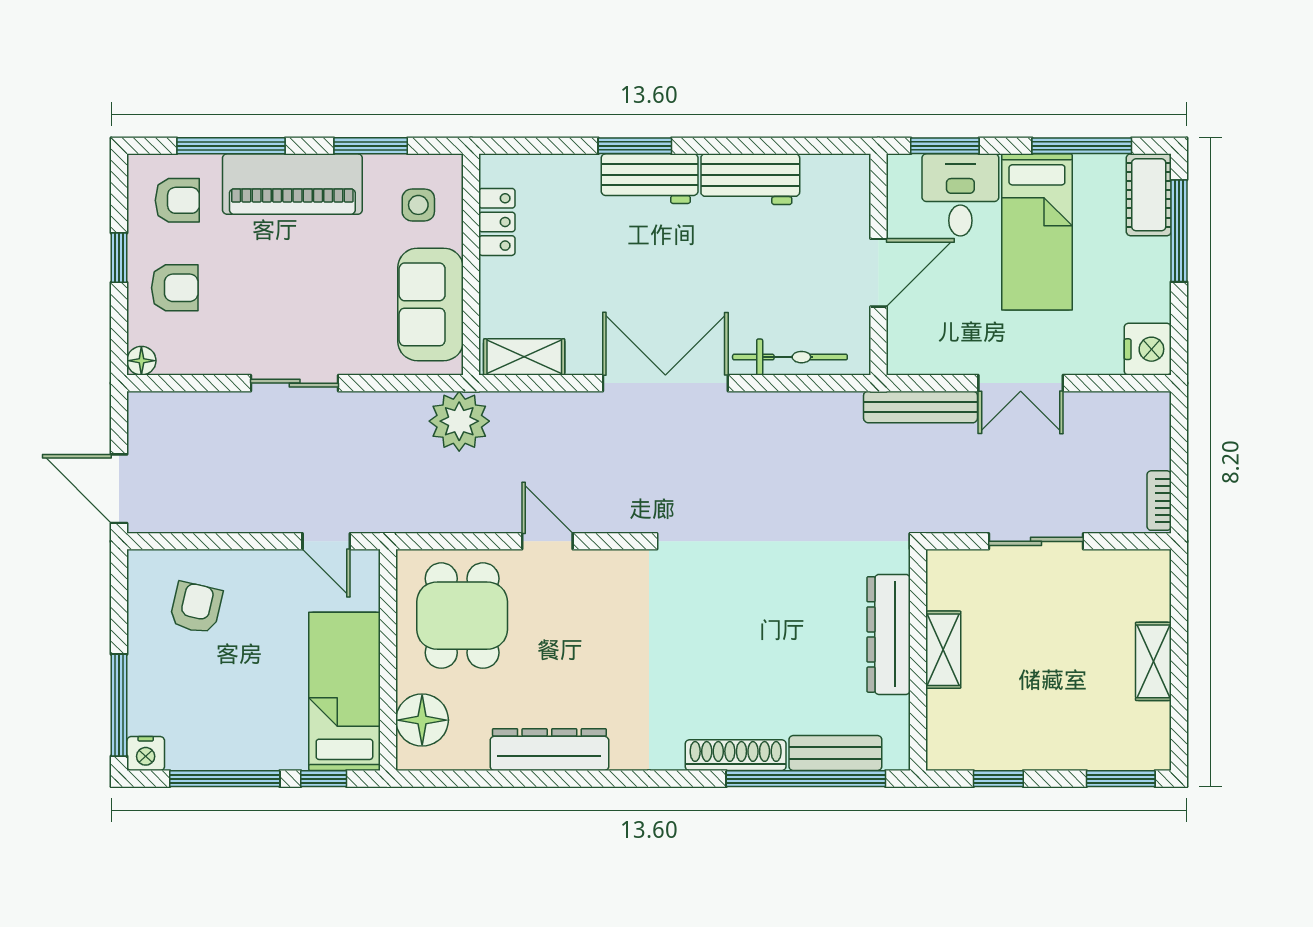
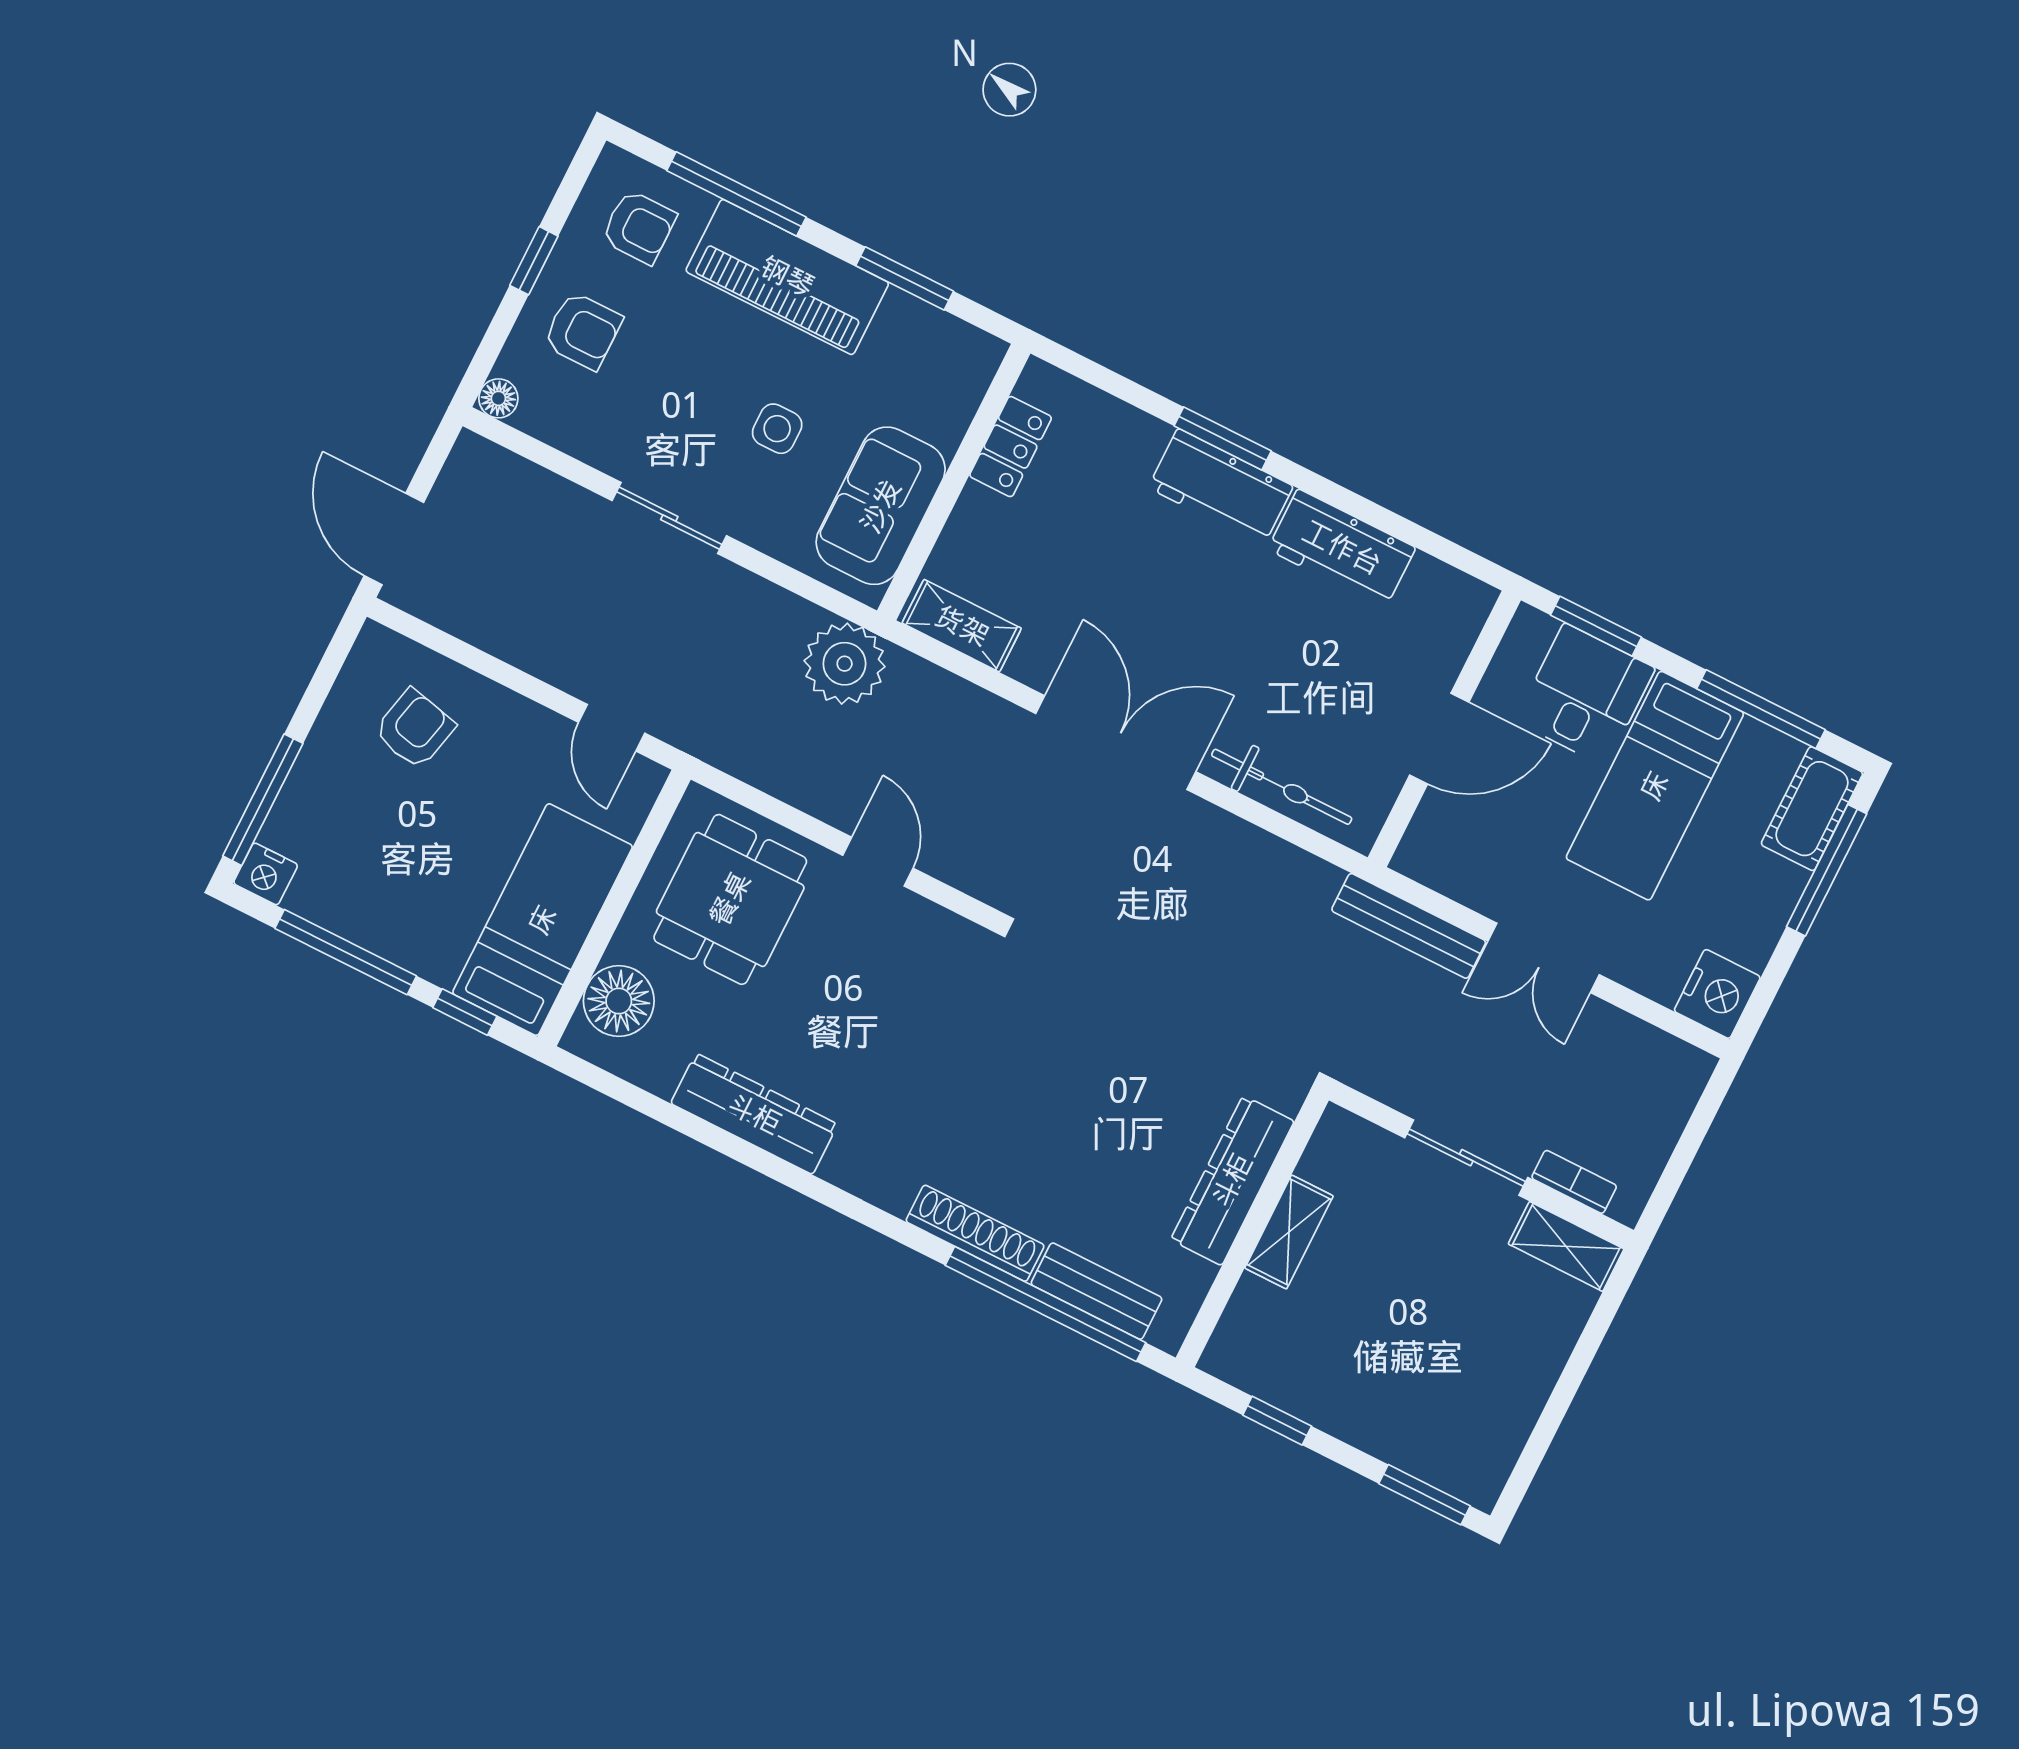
side table: (418, 205) -> (777, 429), moved
bookcase: (1159, 501) -> (1574, 1182), moved, turned 90
shelving: (1153, 661) -> (1566, 1246), moved, turned 90

